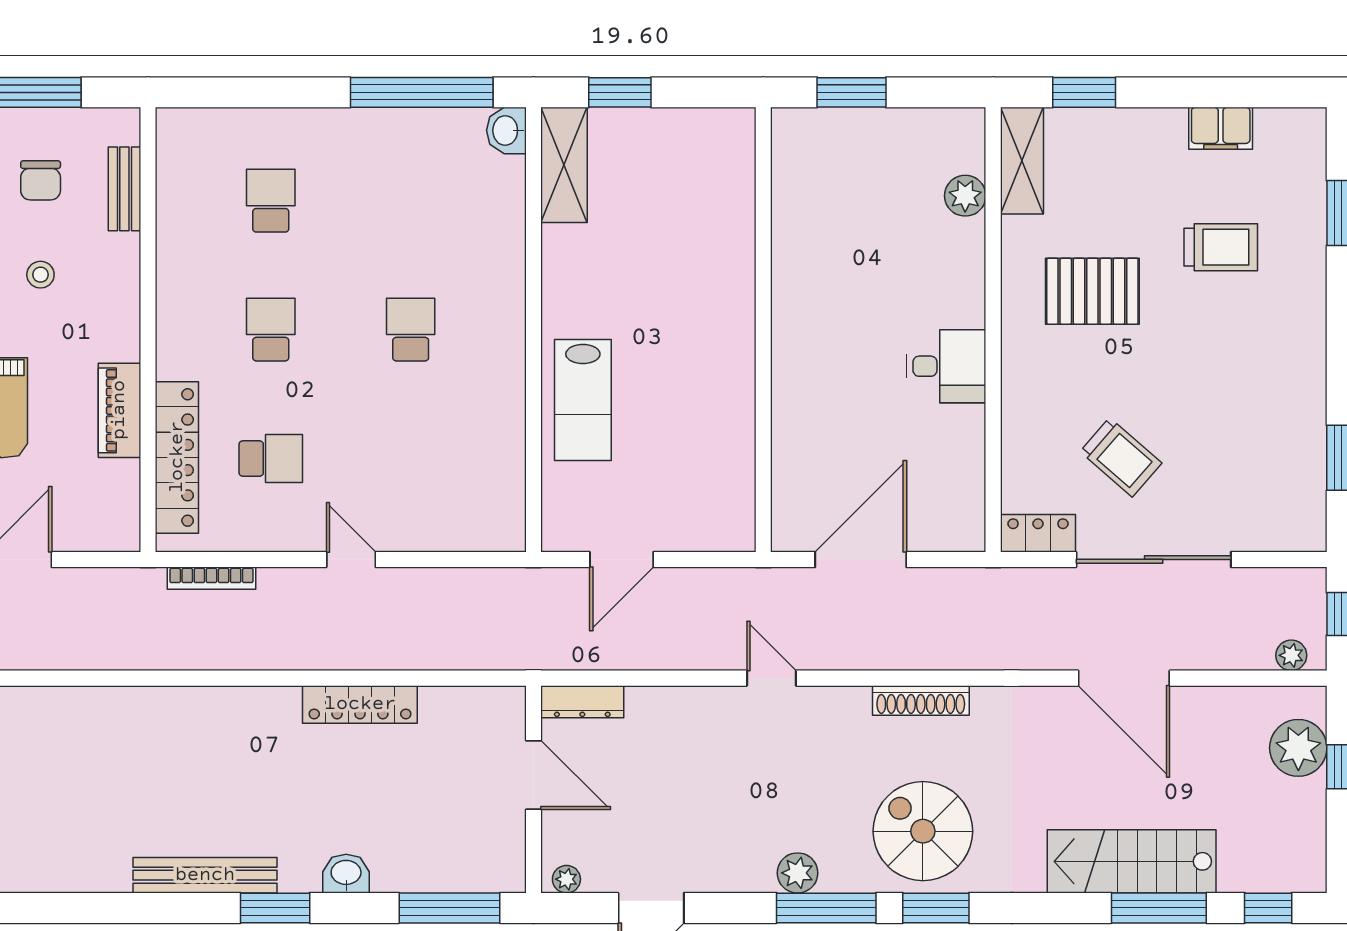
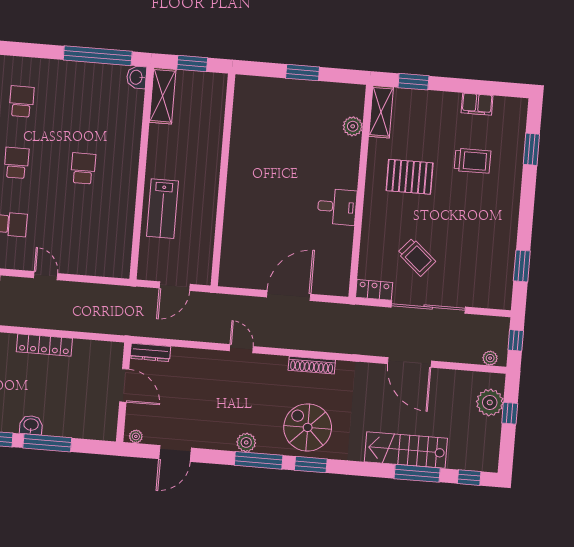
wall: (763, 330) -> (223, 180), moved
window: (450, 908) -> (47, 443), moved

